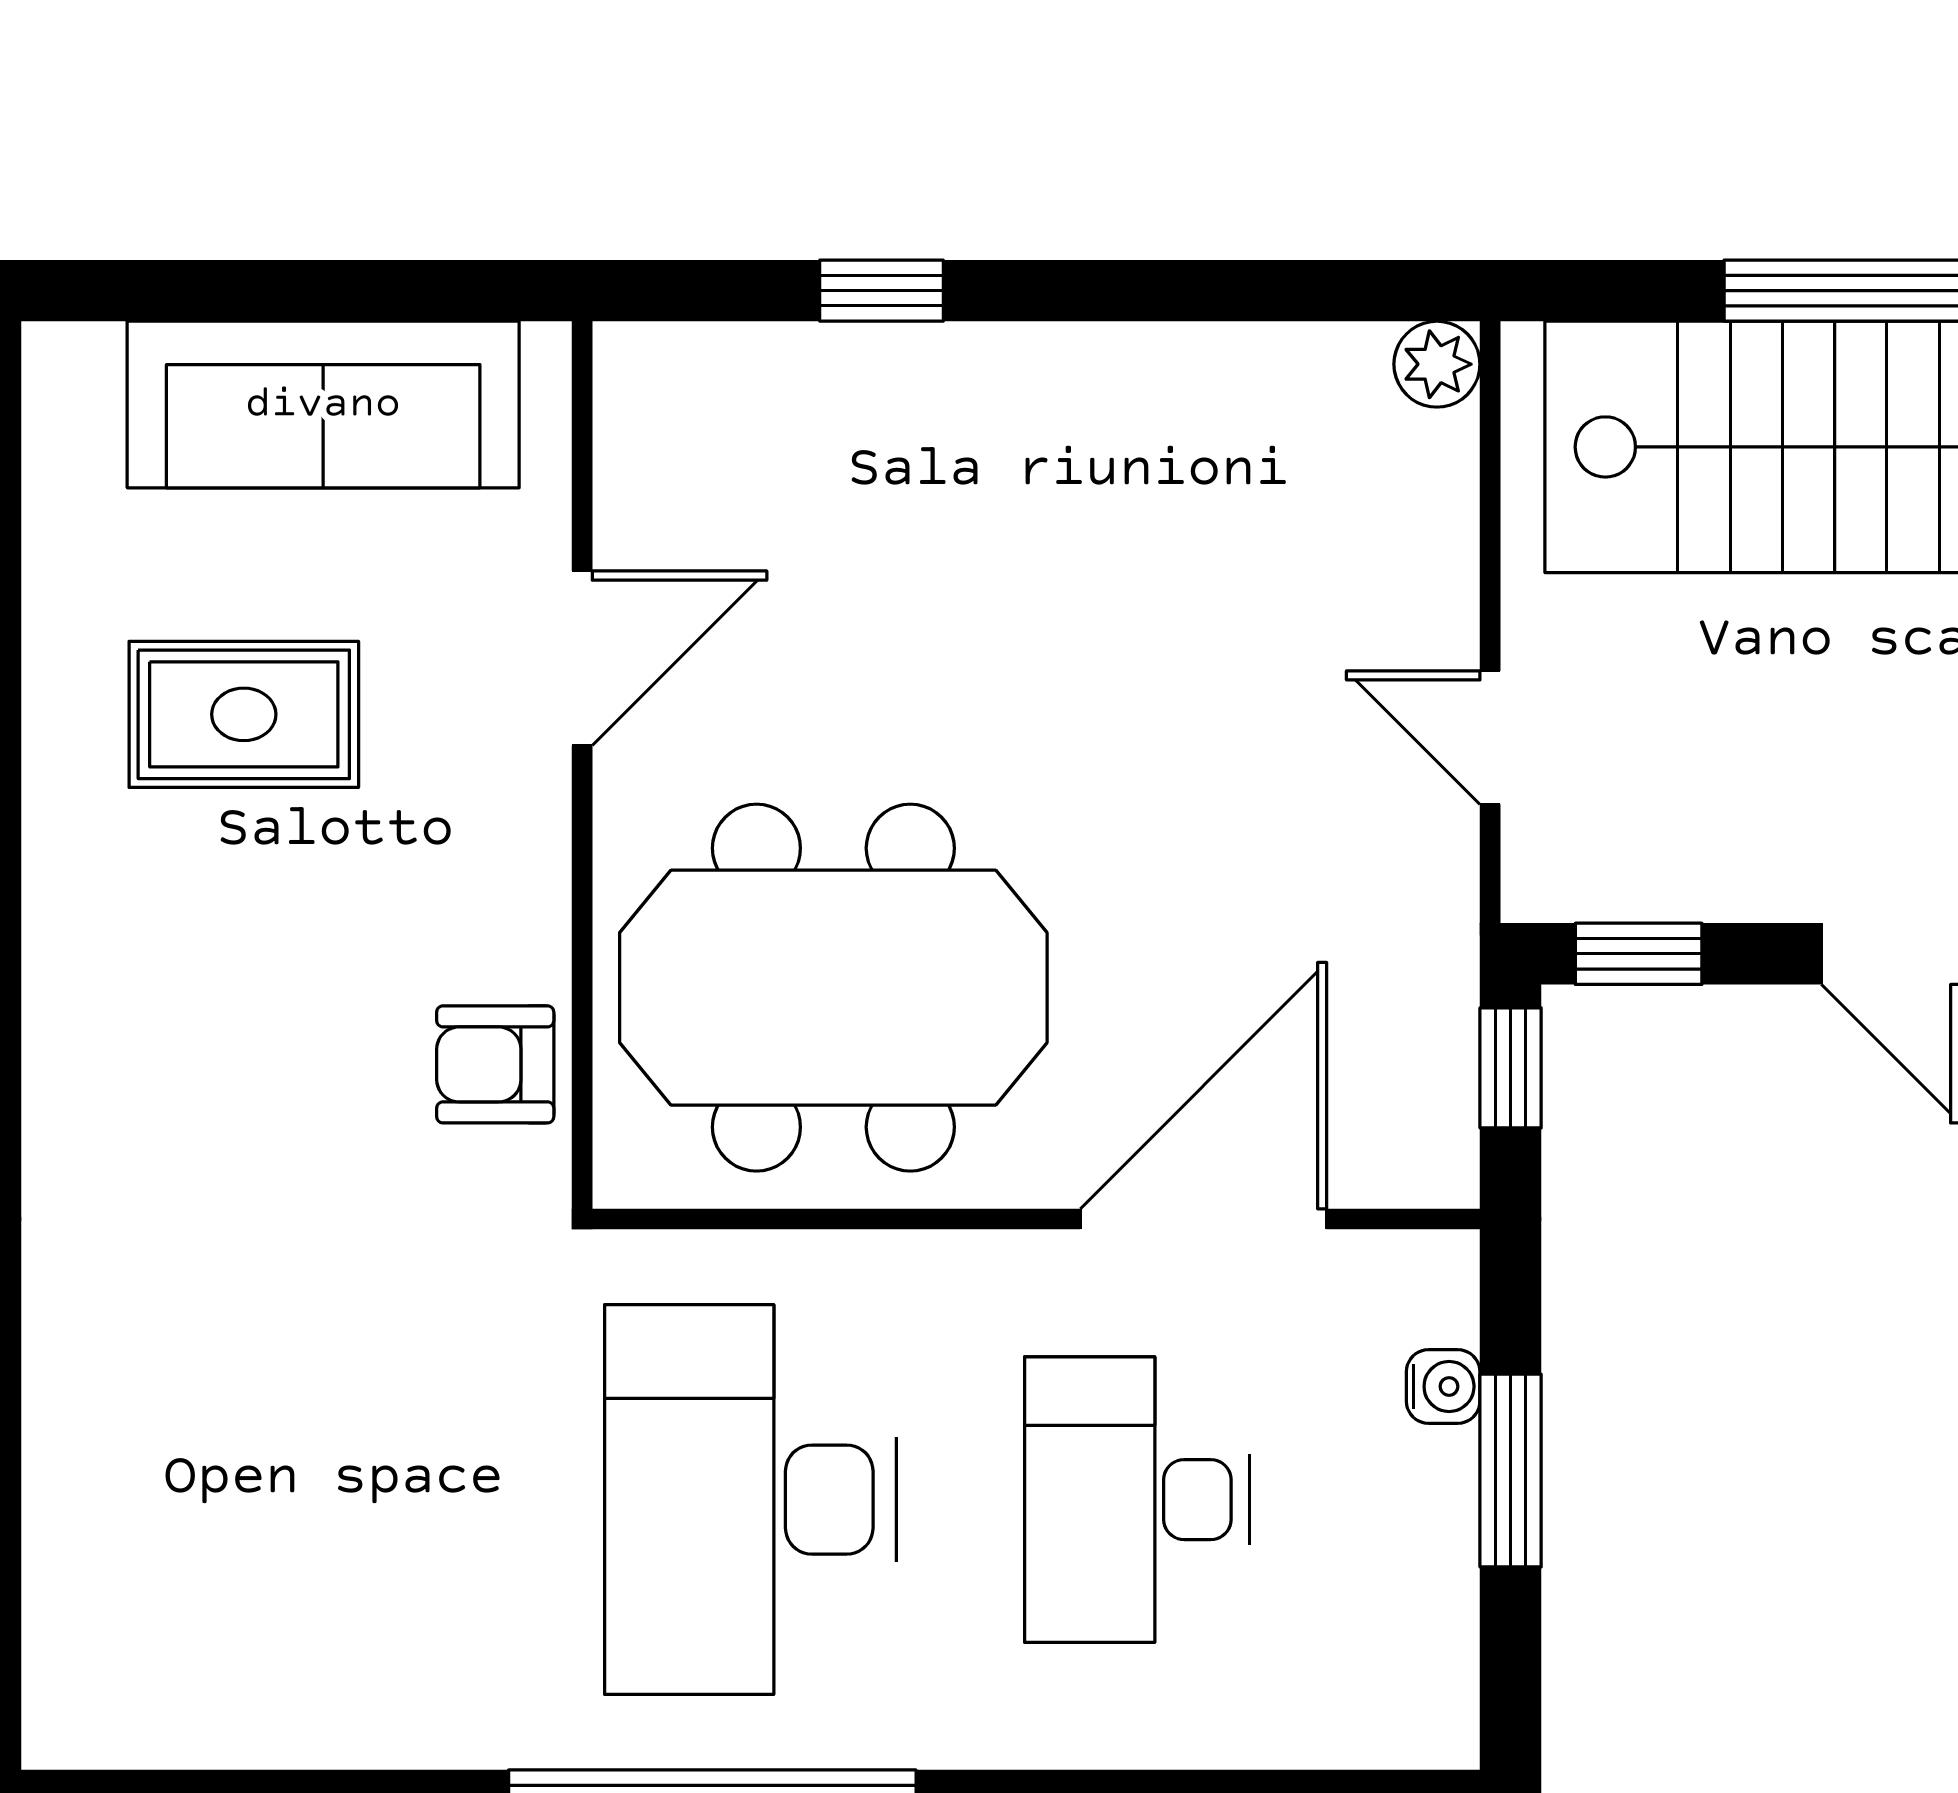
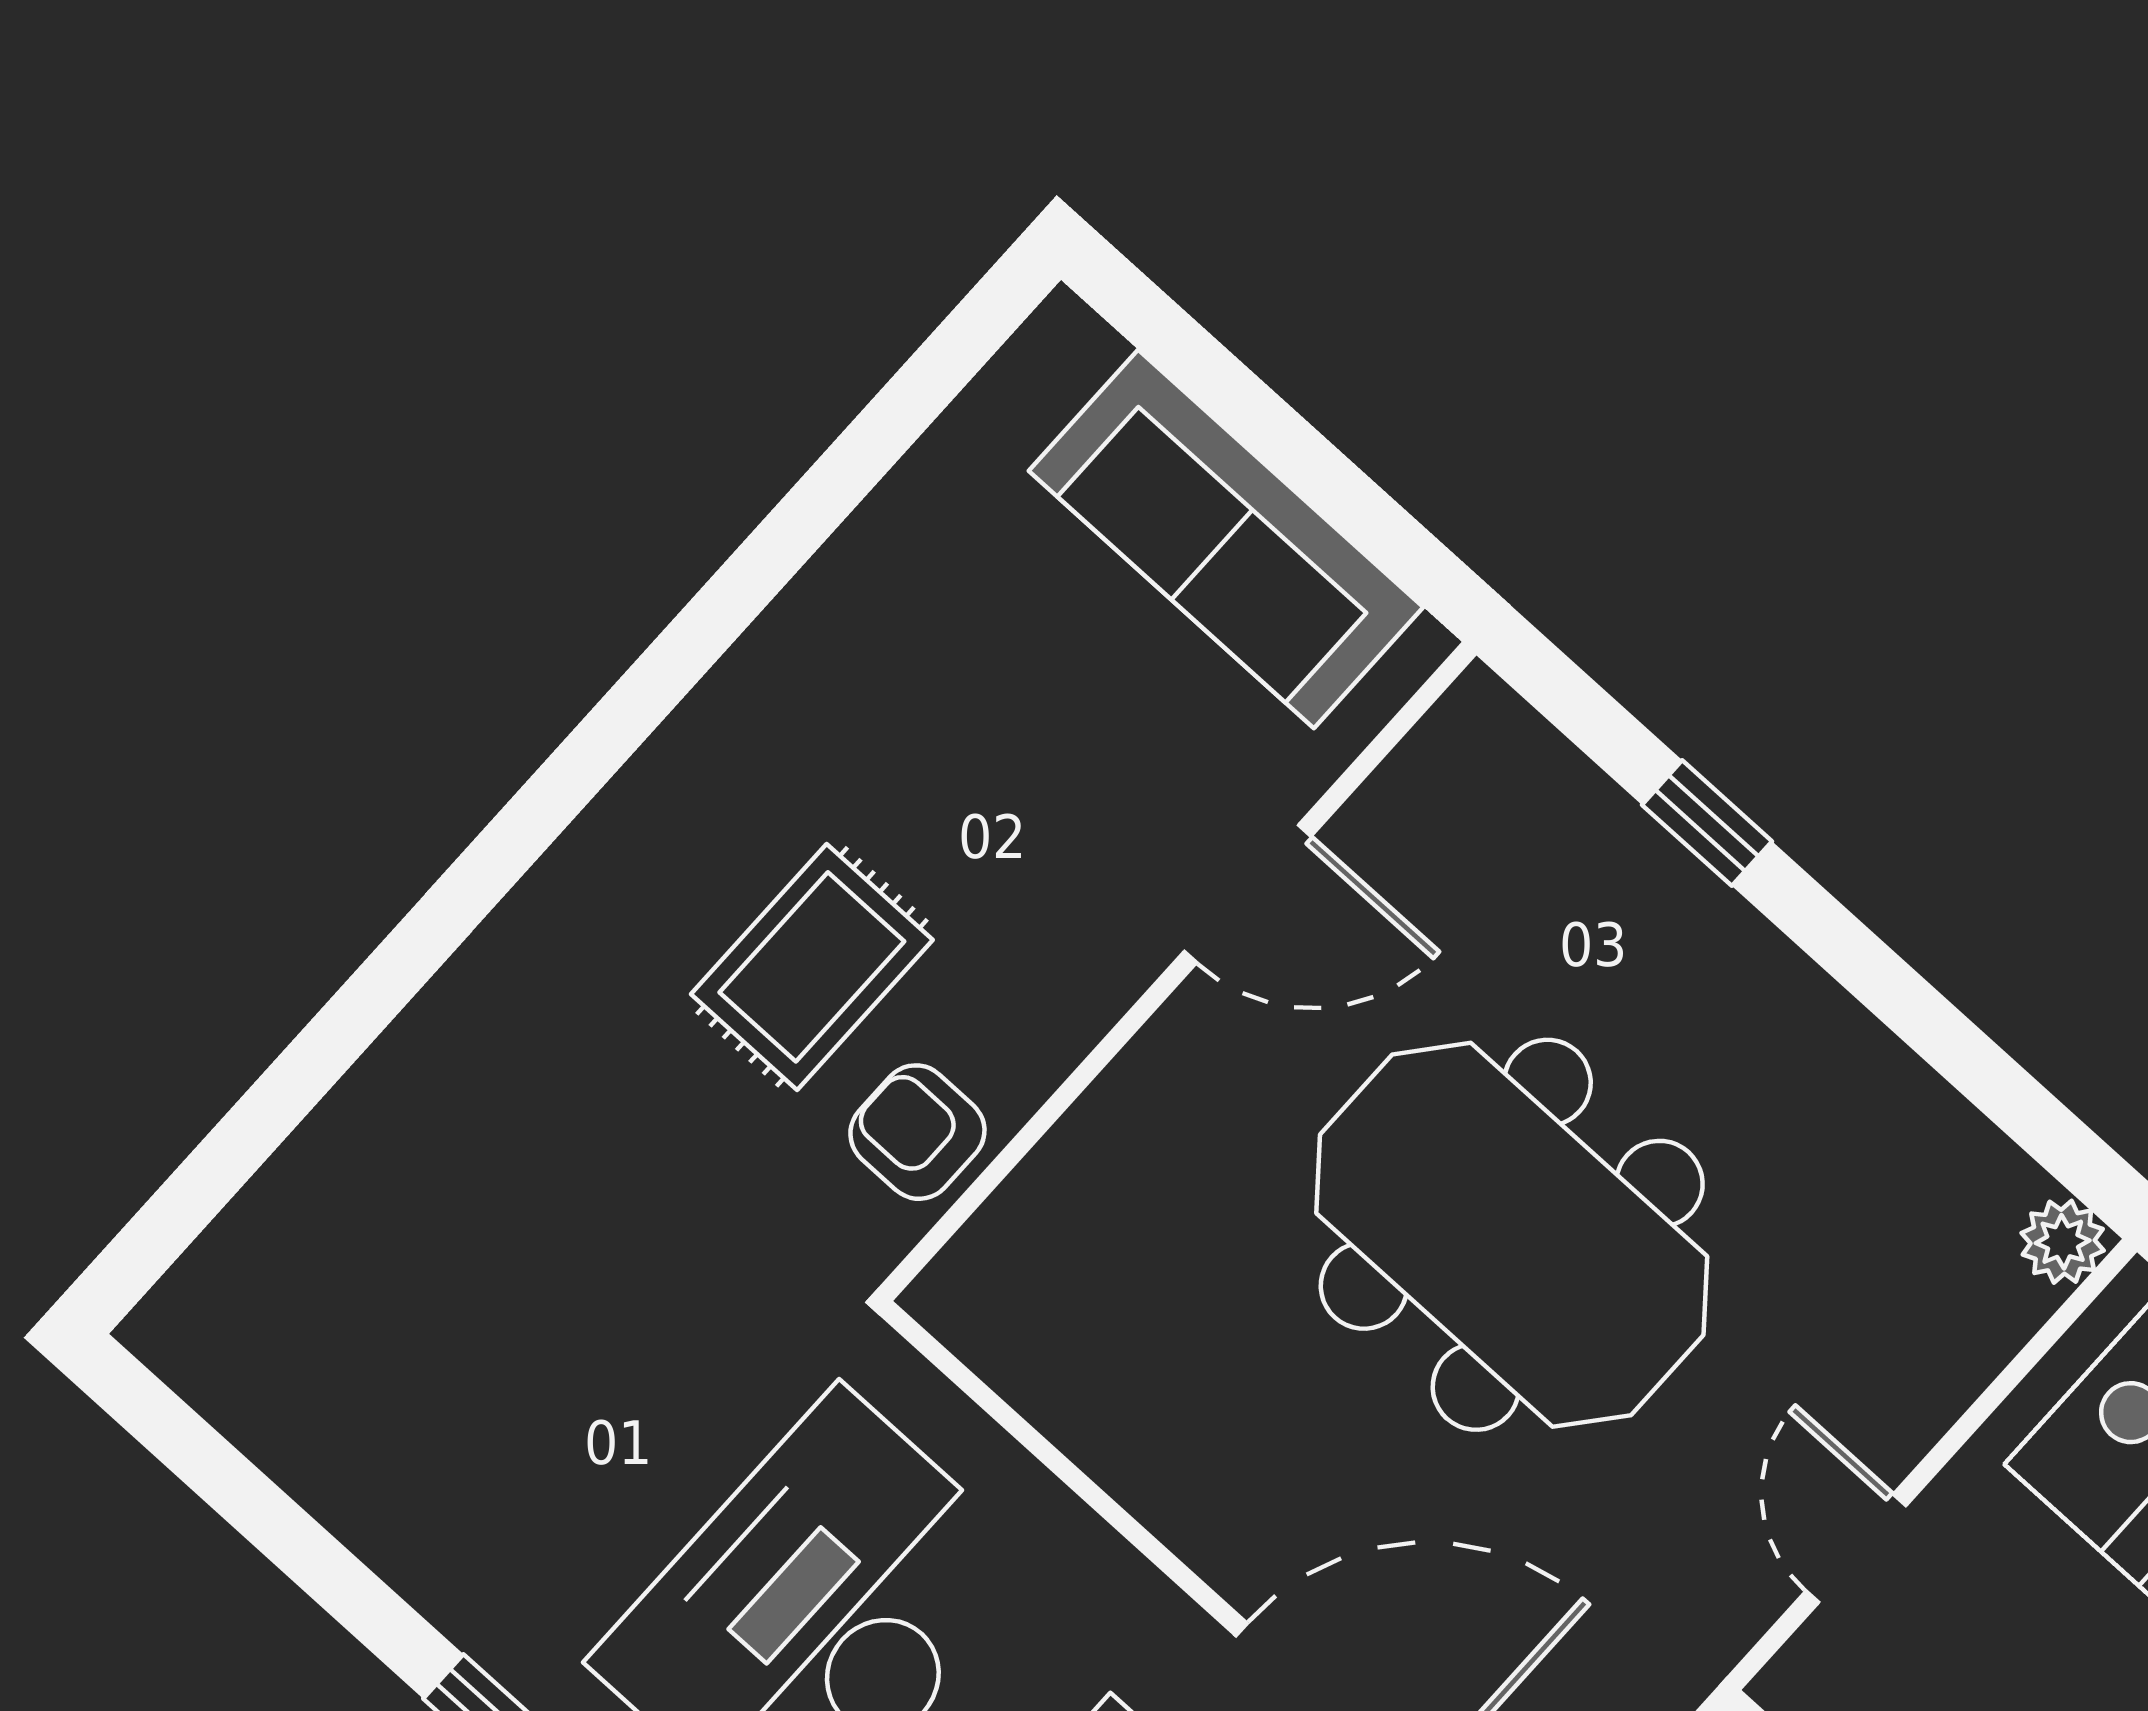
rug: (244, 714) -> (812, 967), moved, turned 90
meeting table: (833, 988) -> (1512, 1235), moved

